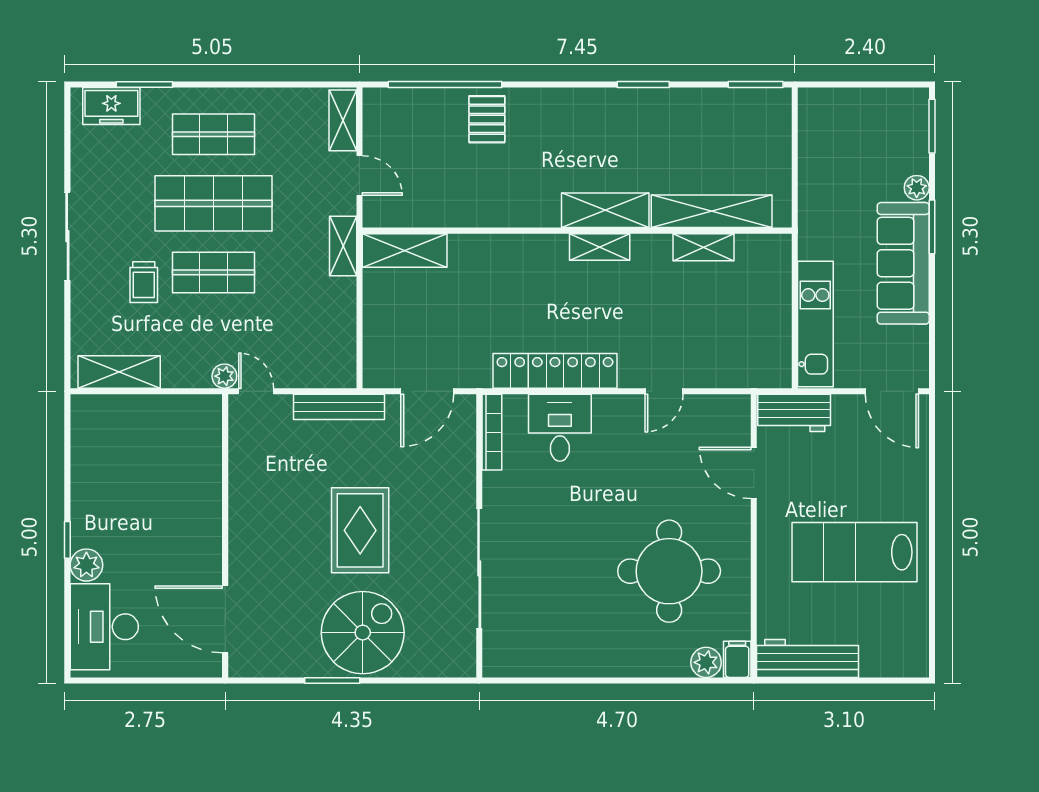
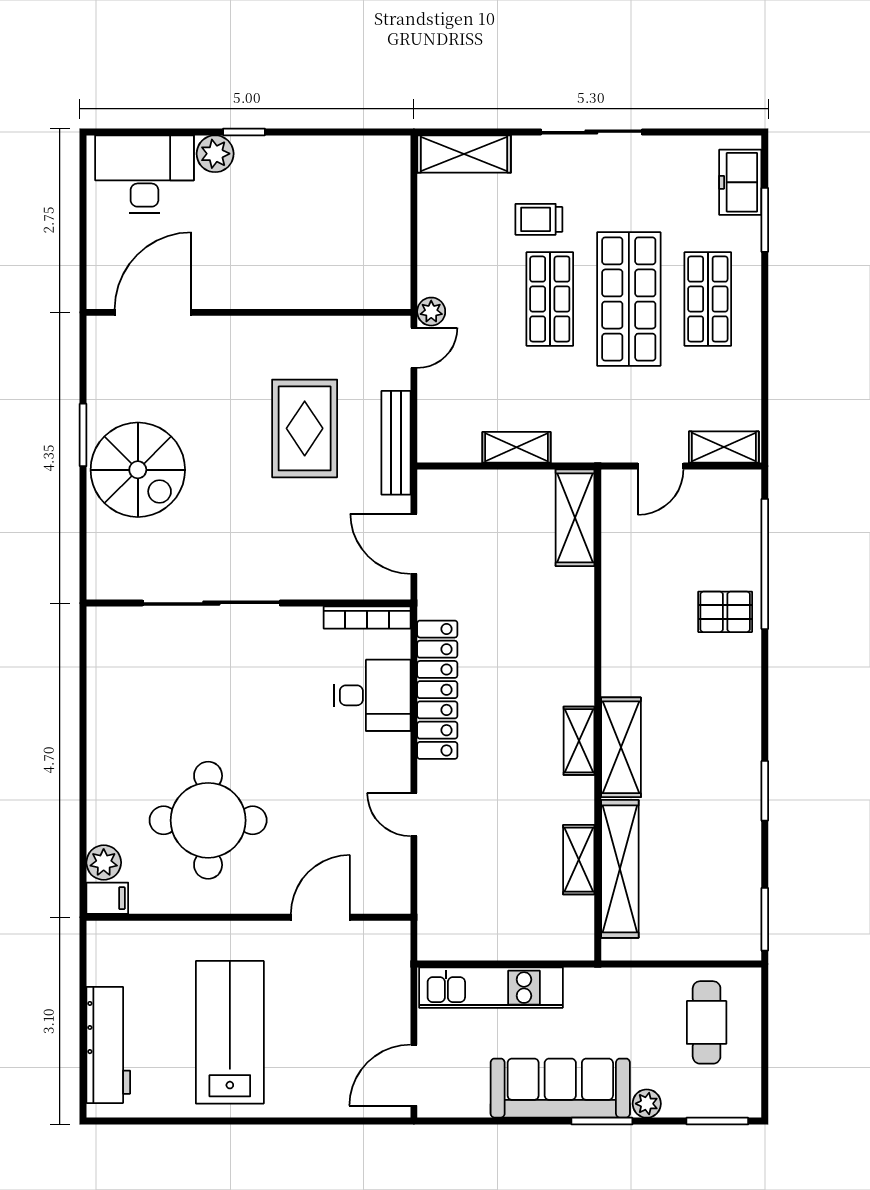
cafe table: (846, 135) -> (707, 1022), added
shelving: (343, 246) -> (517, 447), moved
shelving: (119, 372) -> (464, 154), moved, turned 90
workbench: (794, 413) -> (389, 963), removed
rug: (360, 530) -> (305, 428), moved, turned 90
workbench: (808, 658) -> (108, 1045), moved

